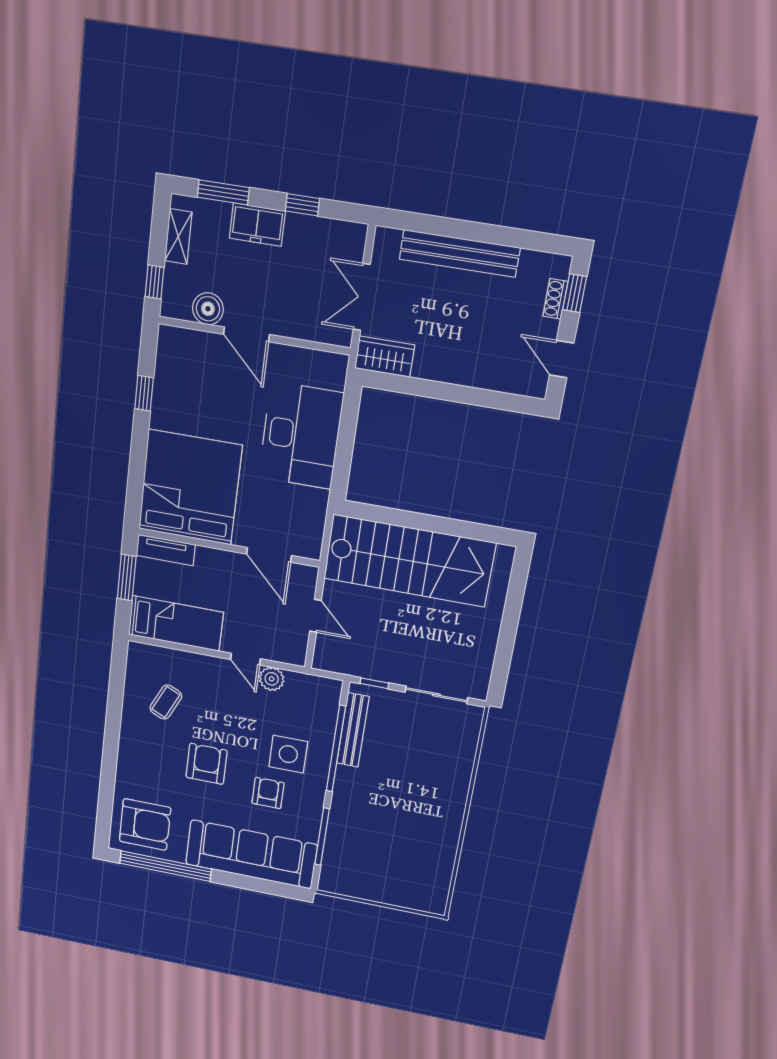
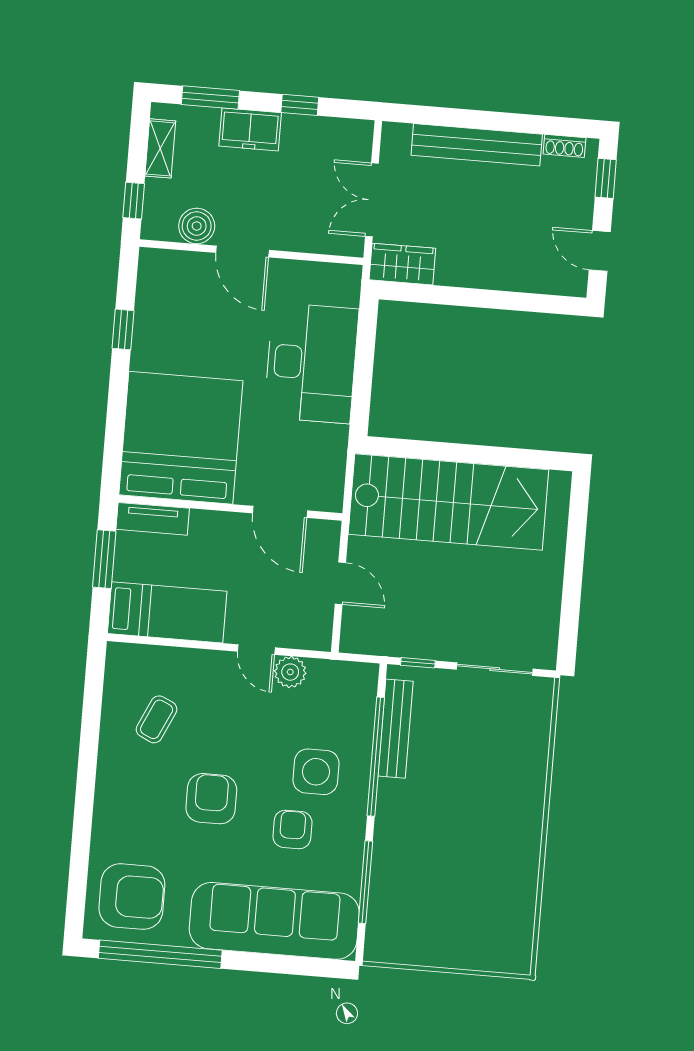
shoe rack: (555, 299) -> (564, 146), moved, turned -90

